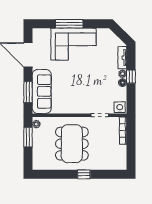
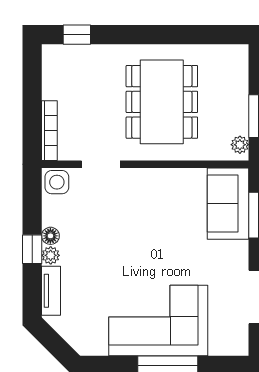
sofa: (42, 91) -> (228, 204), width x0.73
window: (84, 174) -> (77, 35), moved

